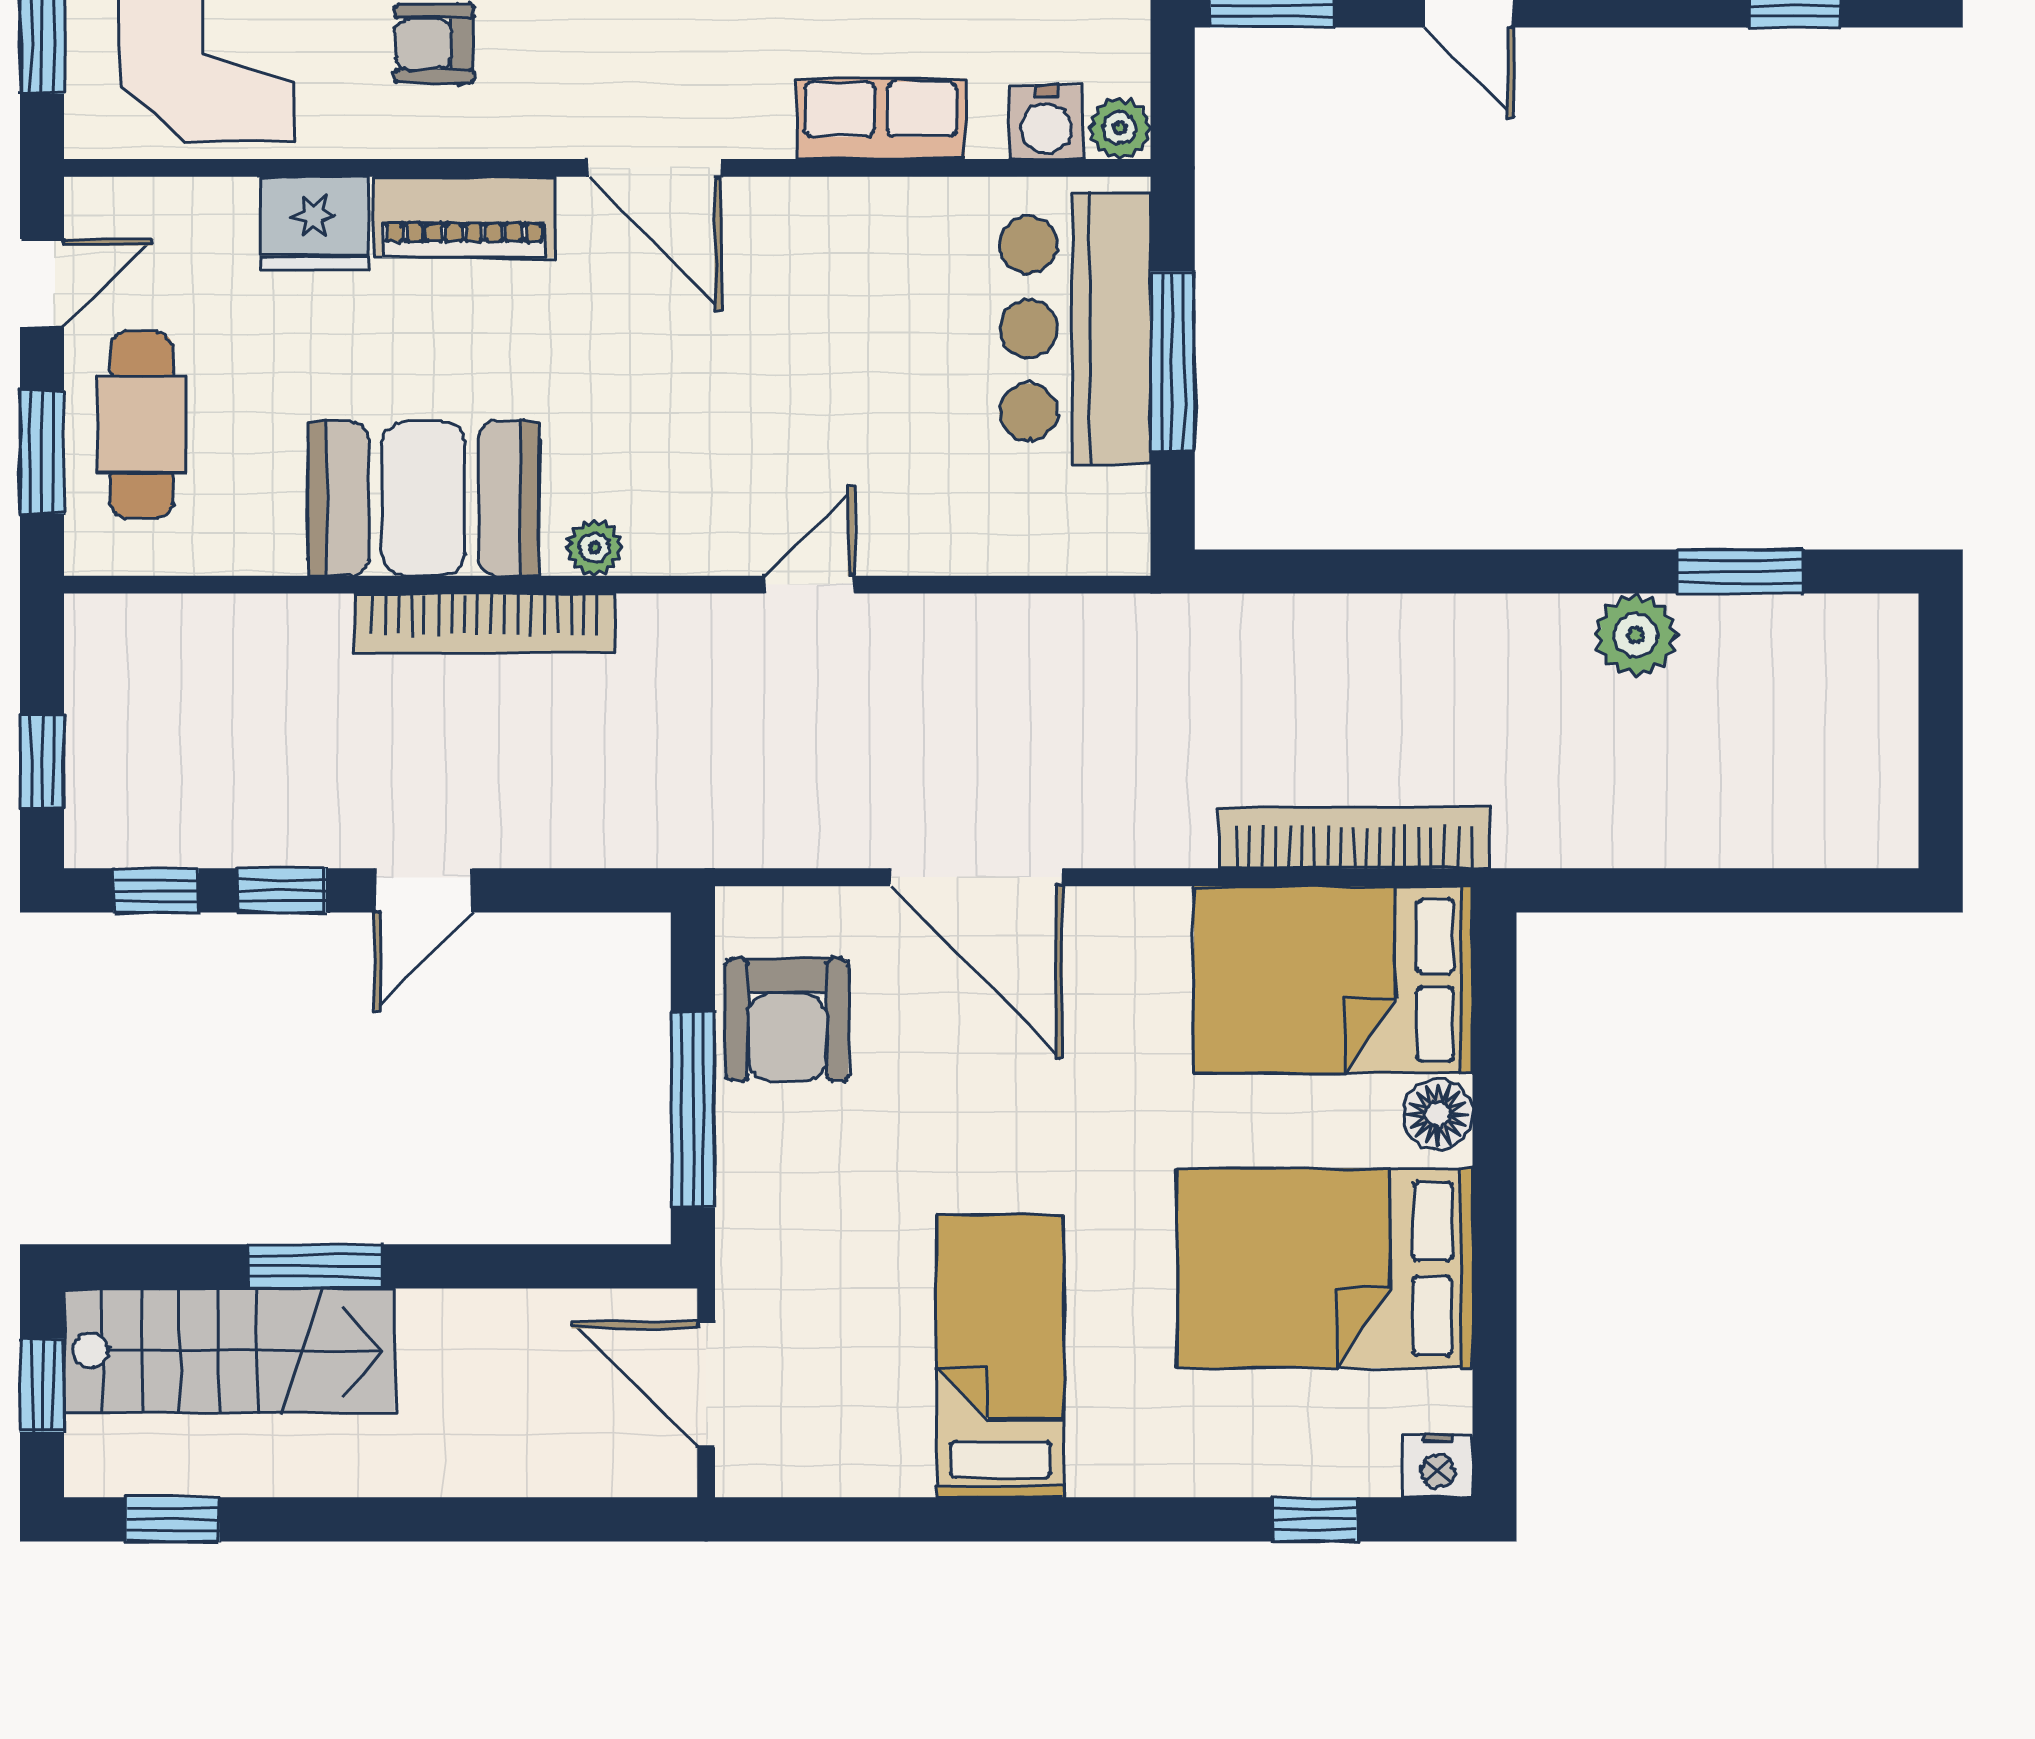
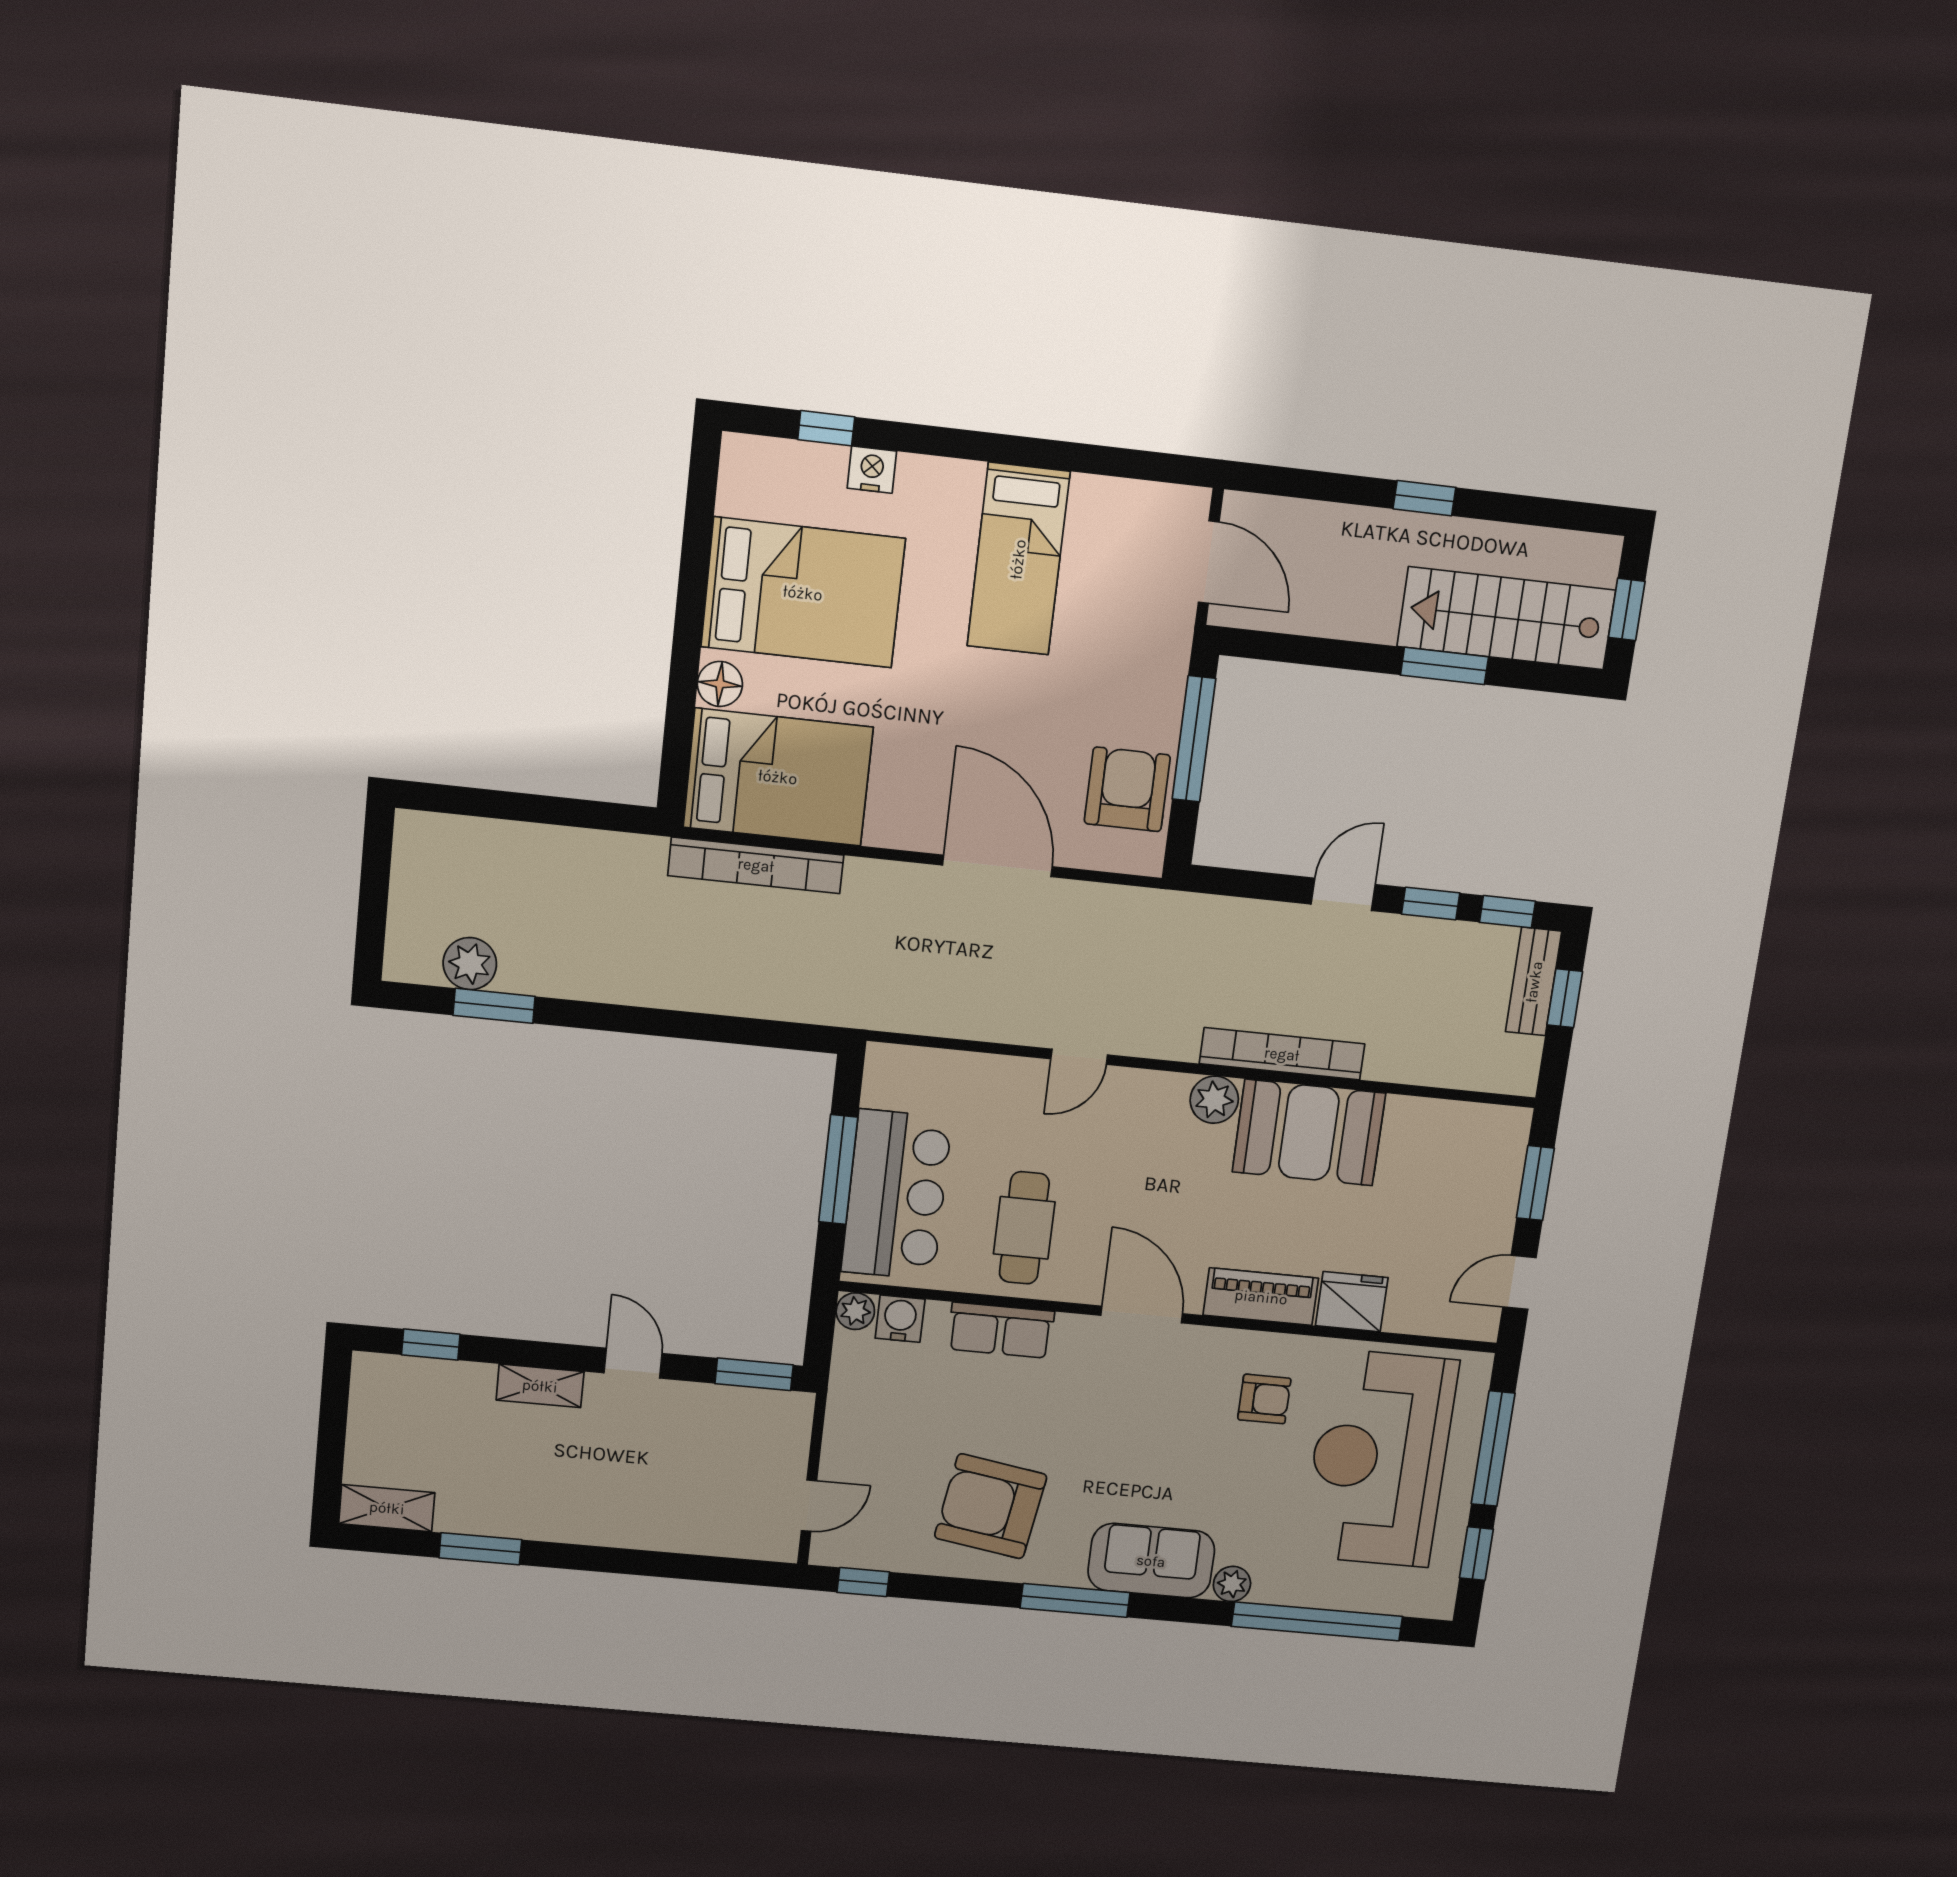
cafe table: (142, 425) -> (1024, 1228), moved
plant: (595, 548) -> (1214, 1100), width x1.38, depth x1.38
plant: (1636, 635) -> (470, 964), moved
bench: (97, 783) -> (1534, 982), added
nightstand: (1438, 1465) -> (872, 470), moved
window: (173, 1519) -> (1424, 498), moved

